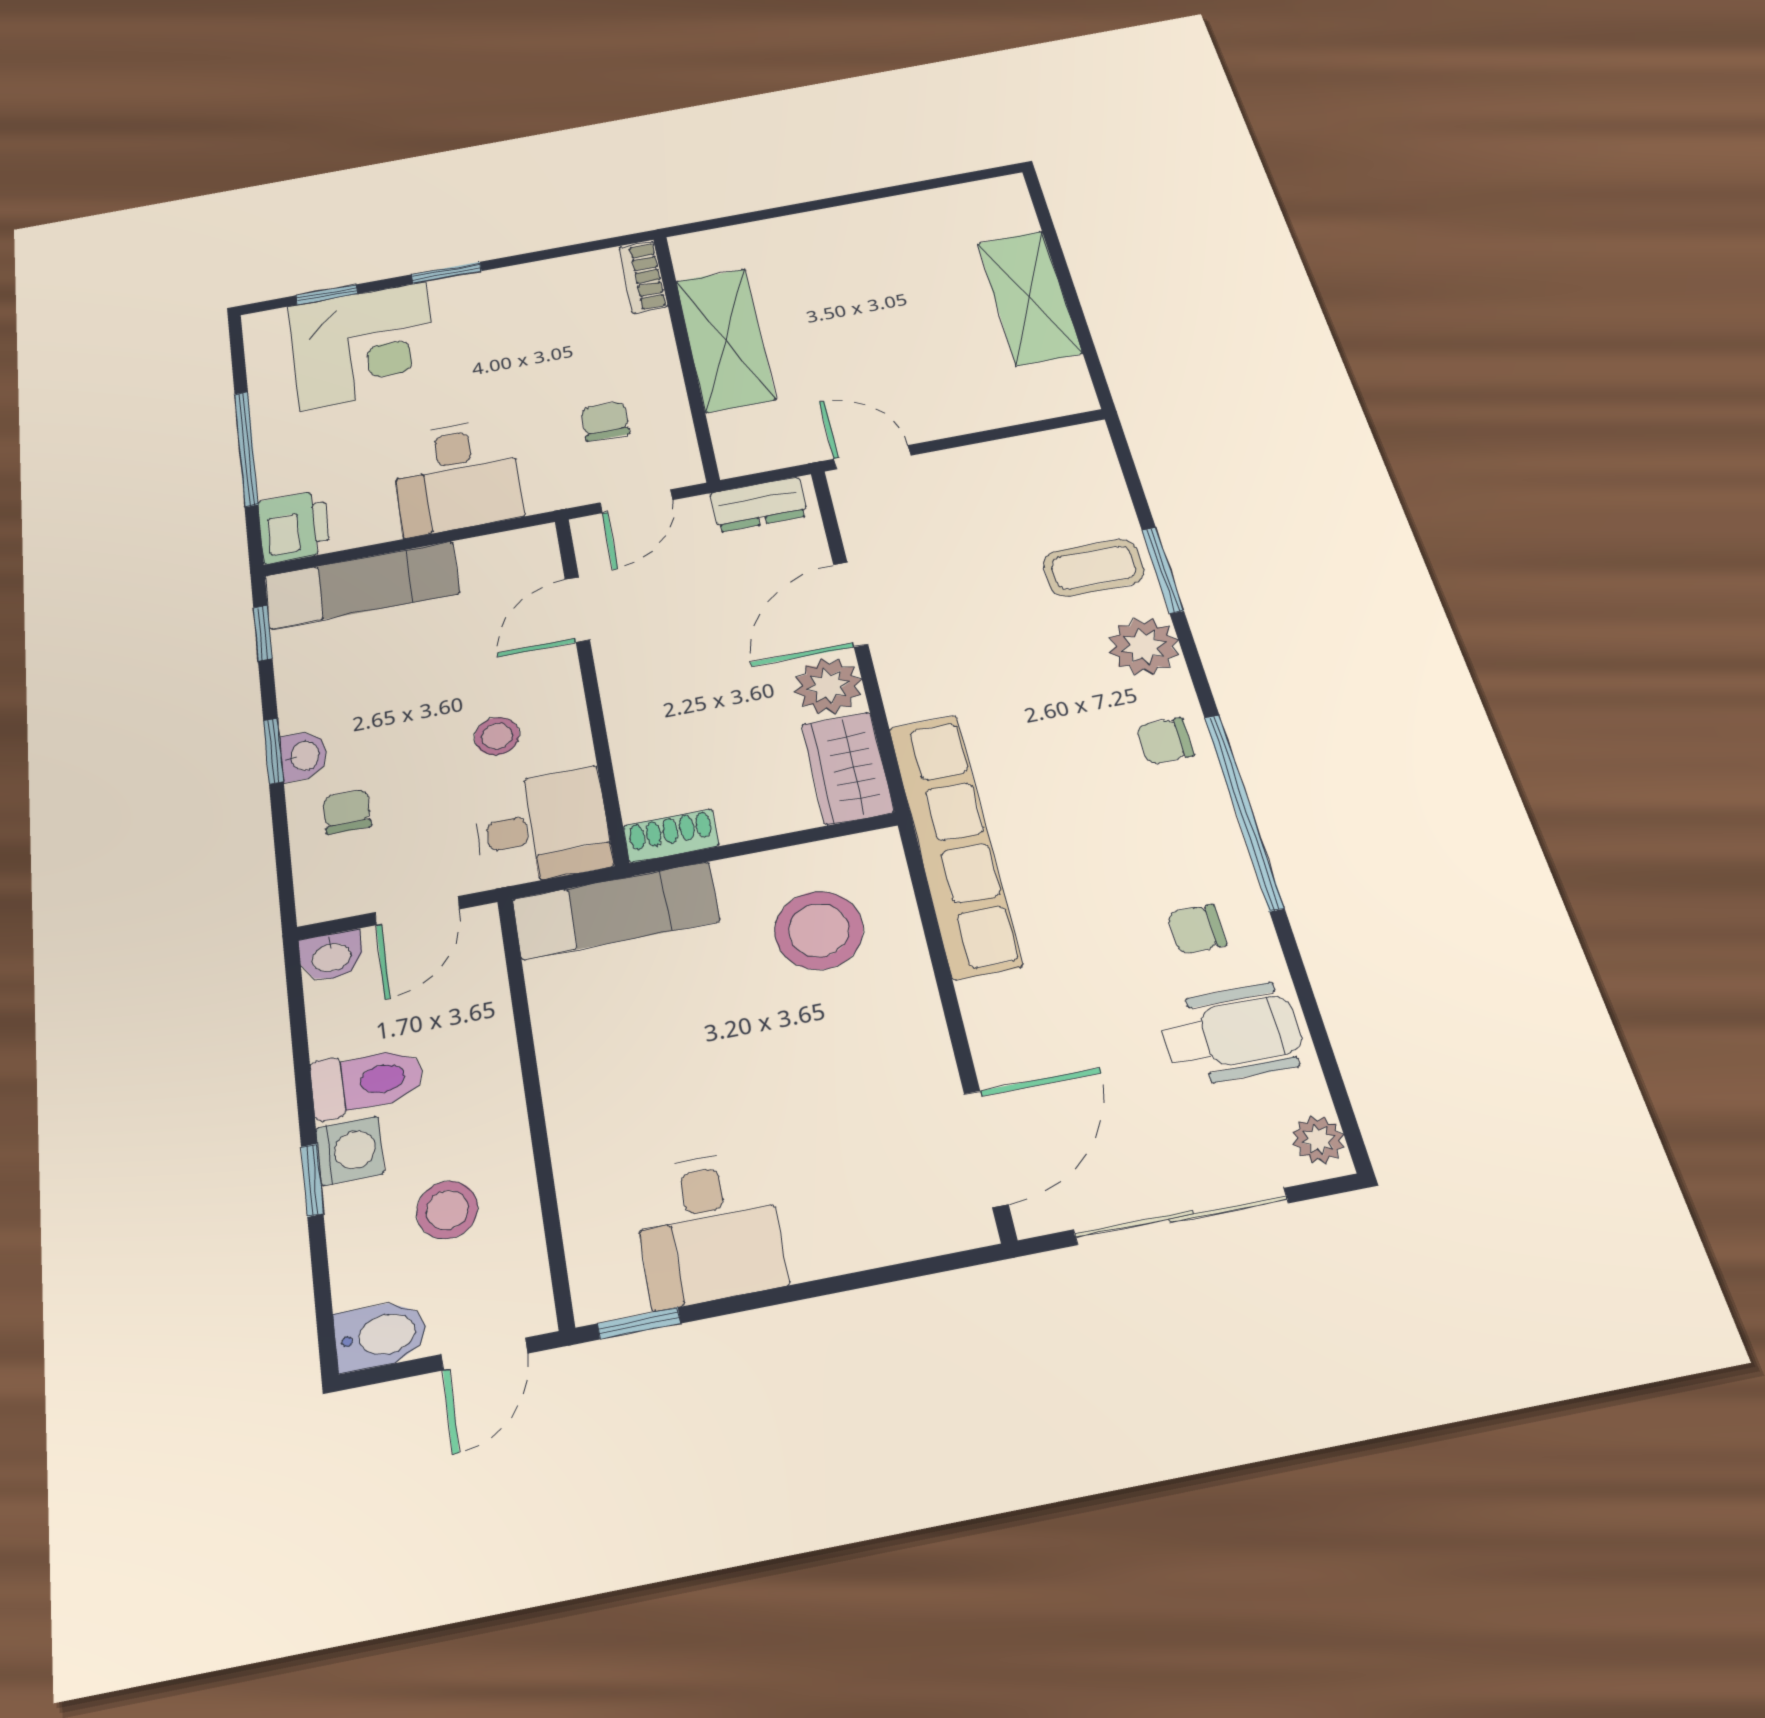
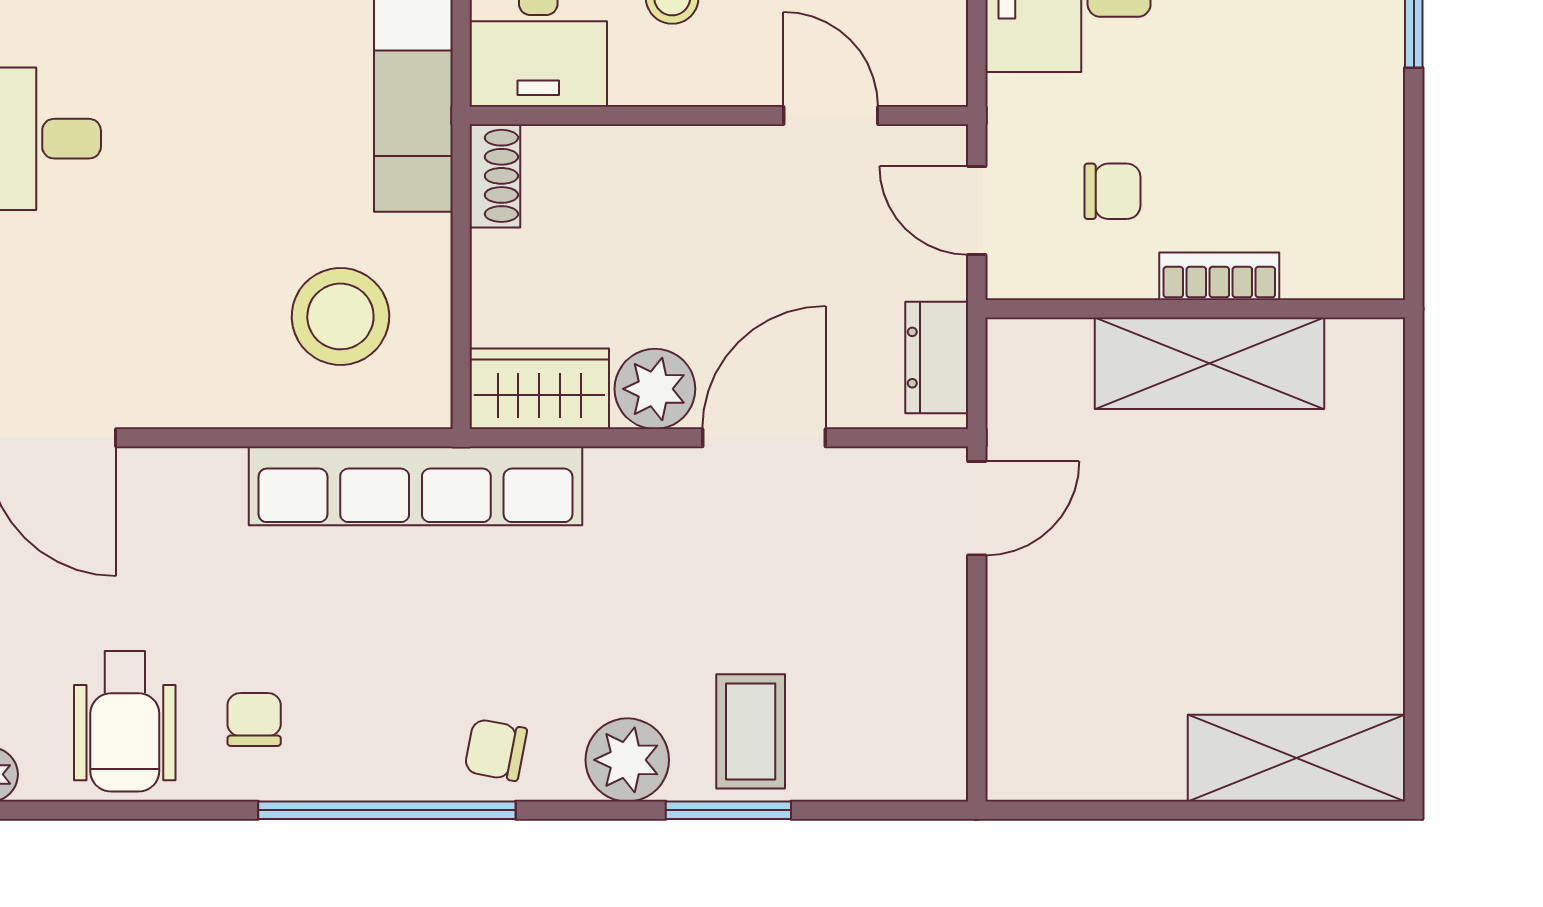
bookcase: (643, 277) -> (1219, 276), moved
shelving: (1029, 298) -> (1296, 758), moved
door: (851, 604) -> (764, 438), hinge flipped
chair: (1165, 741) -> (496, 750), turned -79

